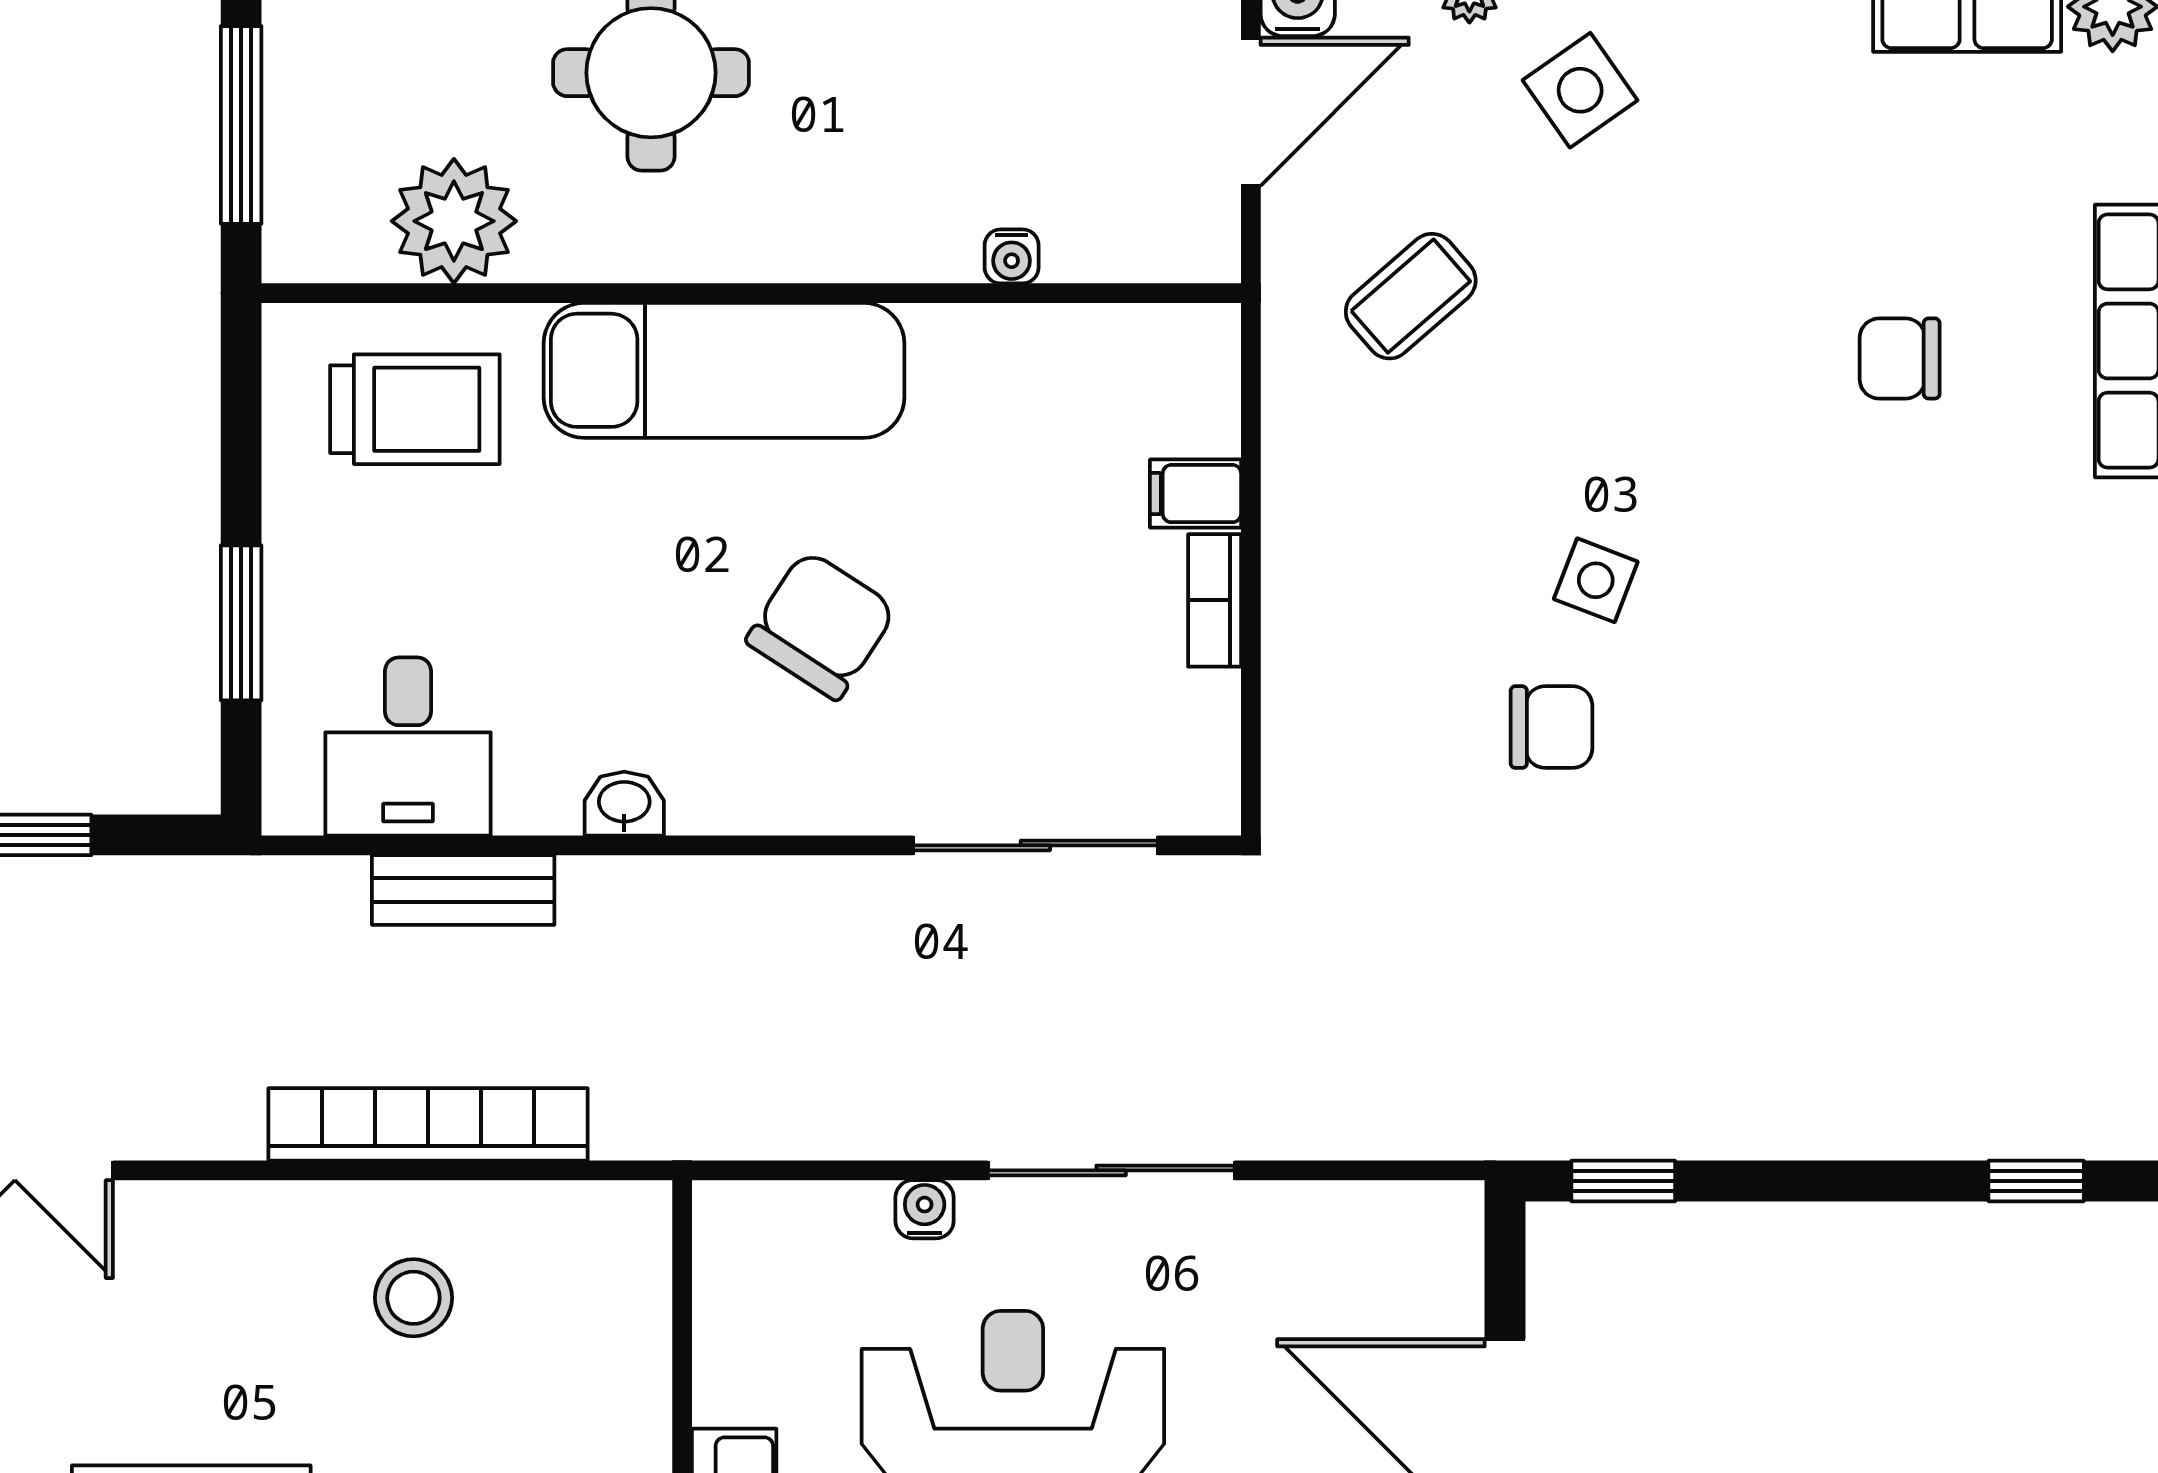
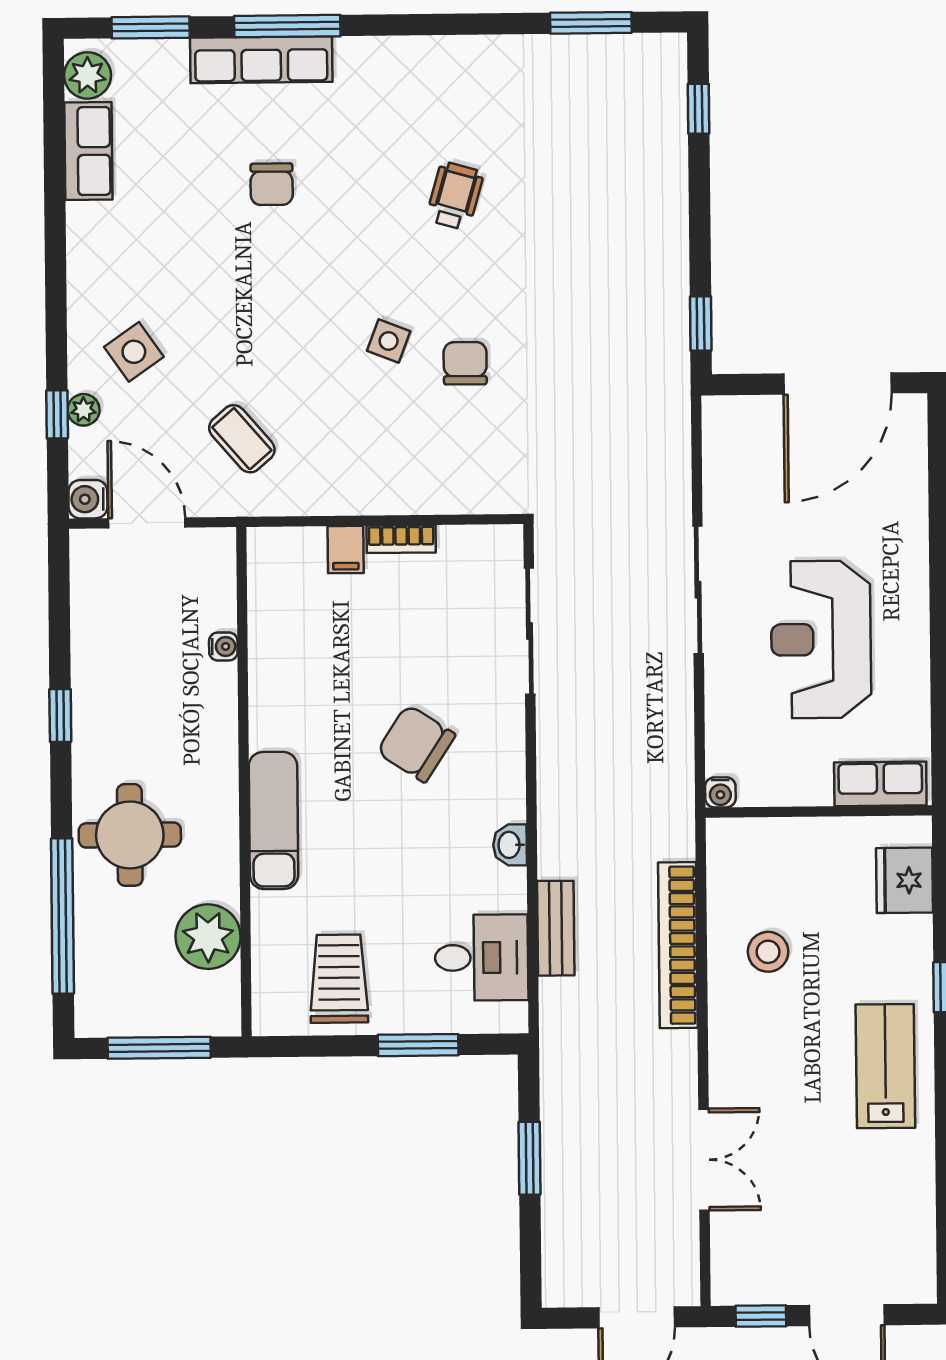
exam couch: (724, 370) -> (273, 820), width x0.73, depth x0.69
trolley: (415, 409) -> (339, 979), moved
wheelchair: (1874, 711) -> (455, 196), added
water cooler: (925, 1209) -> (720, 792), moved, turned -90

